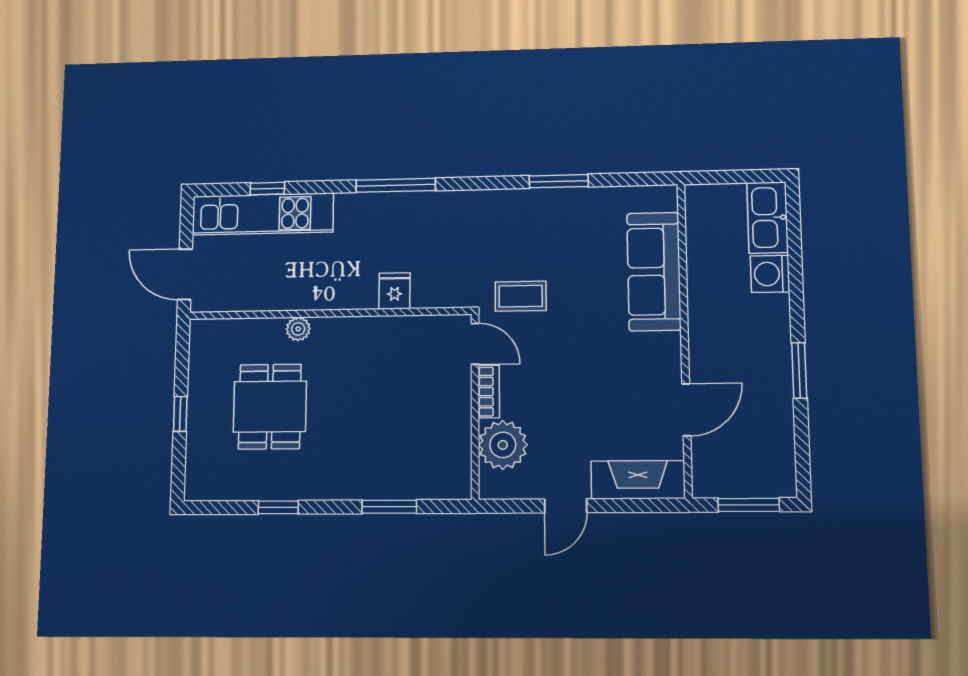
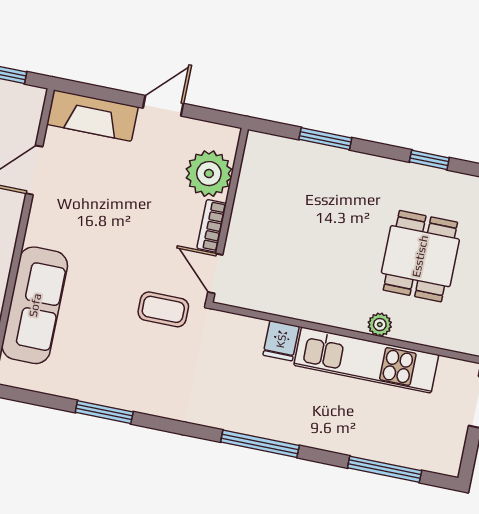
window: (267, 188) -> (385, 469), width x2.17
kitchen unit: (263, 214) -> (366, 360), moved, turned 180

